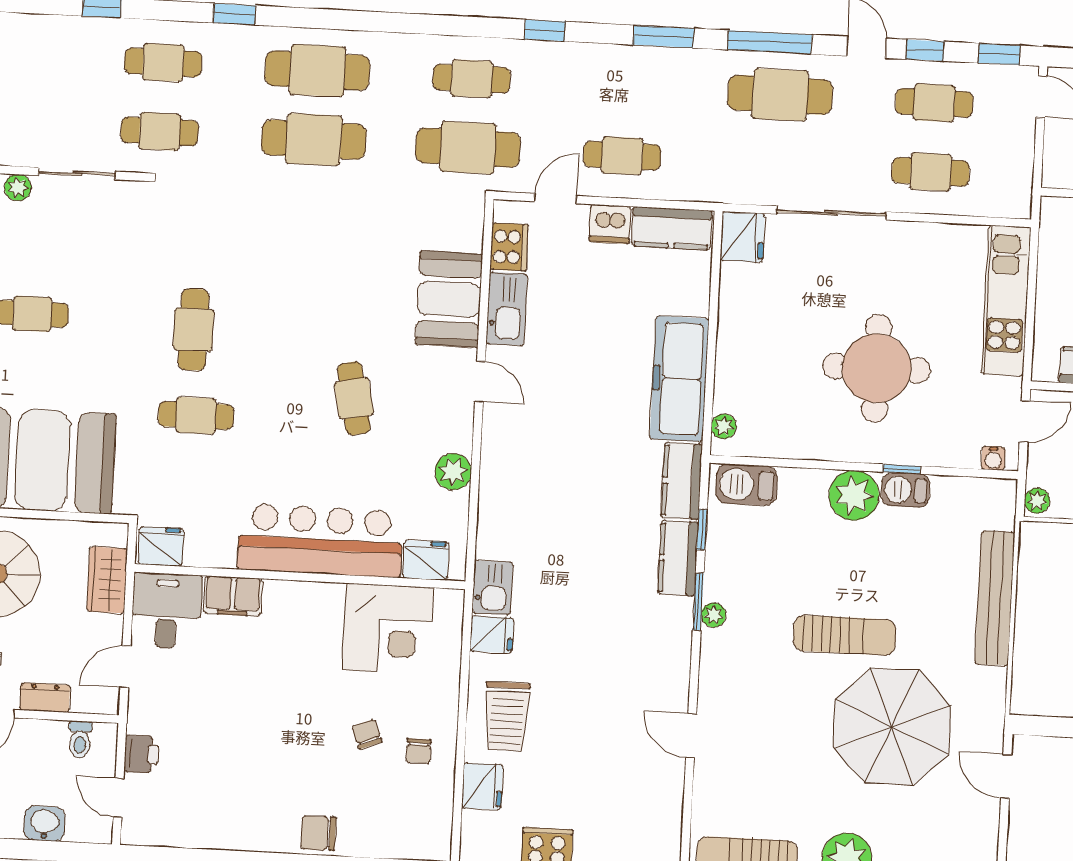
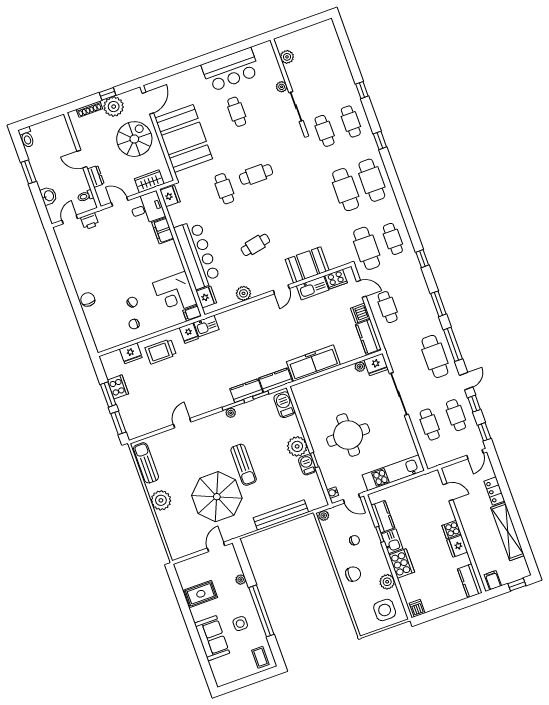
plant: (724, 426) -> (360, 367), moved
filing cabinet: (450, 608) -> (192, 313), added

